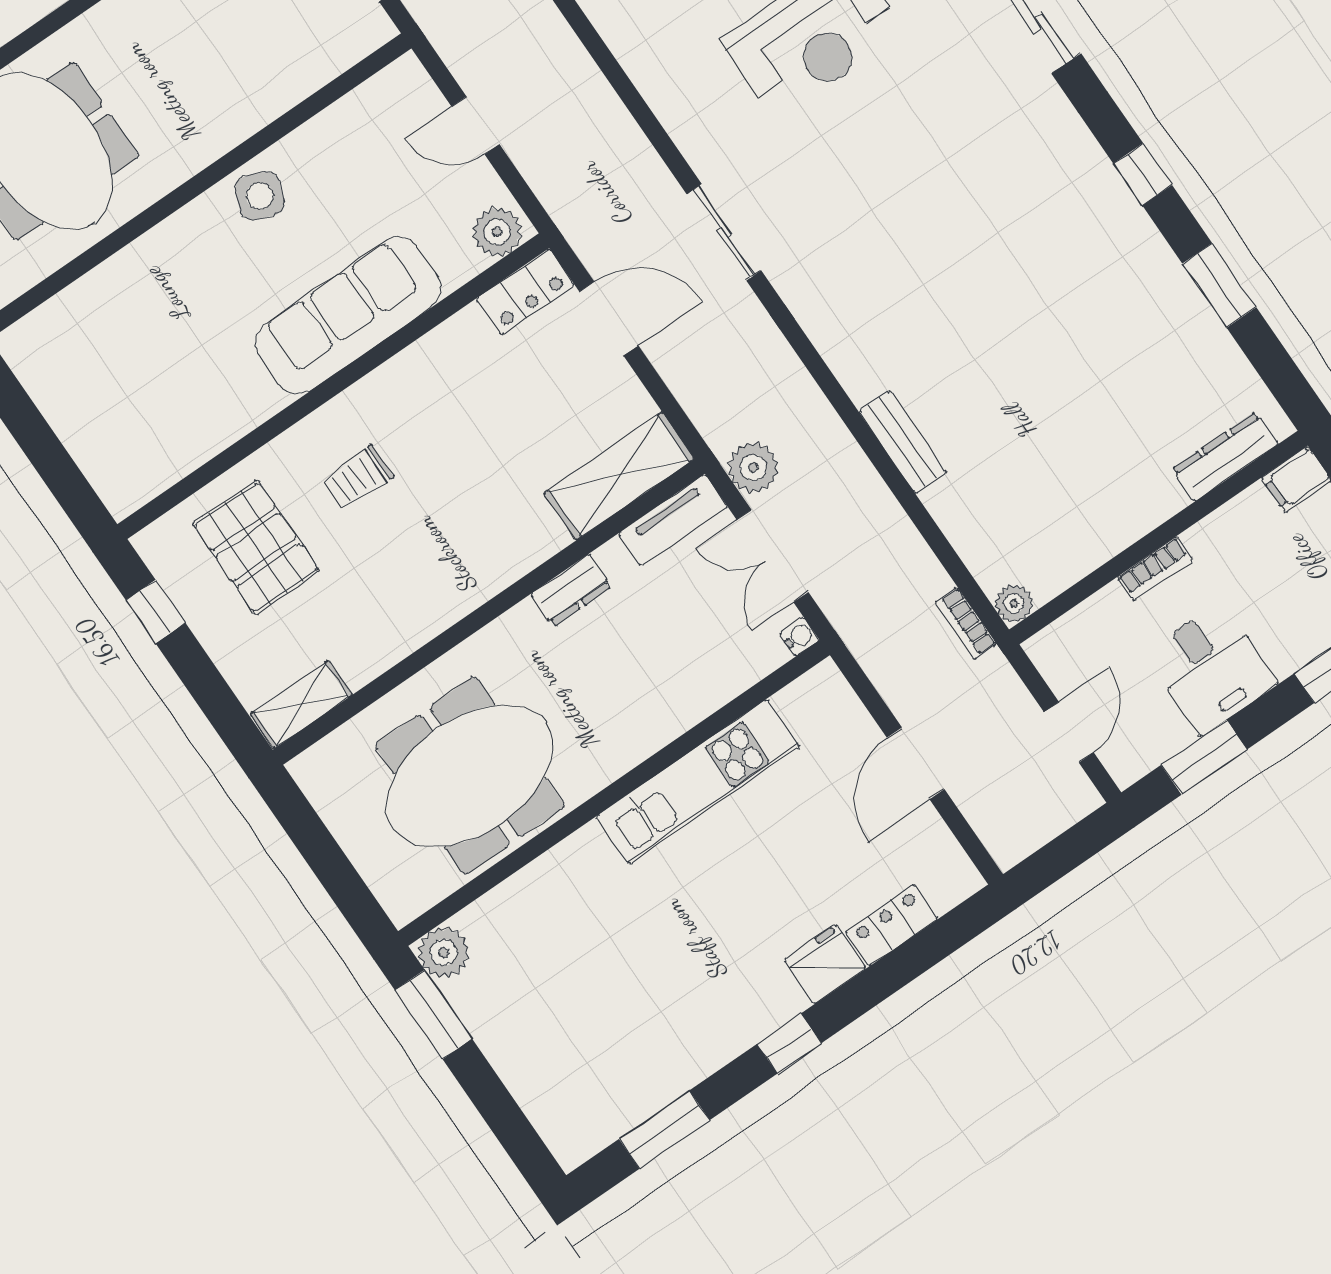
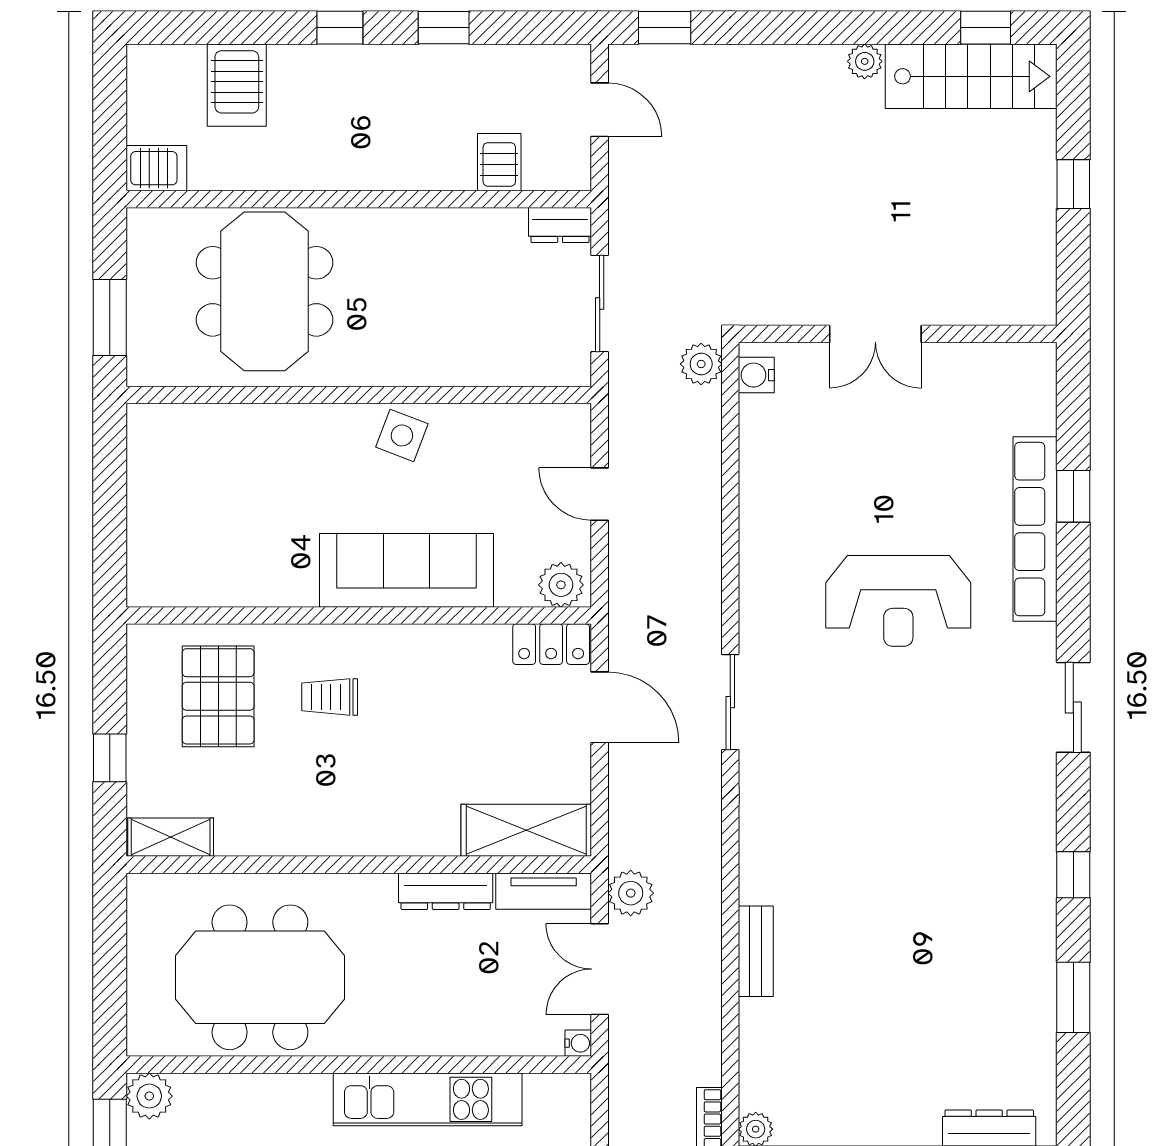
dresser: (571, 590) -> (446, 891), width x1.44
window: (156, 612) -> (110, 758), moved

